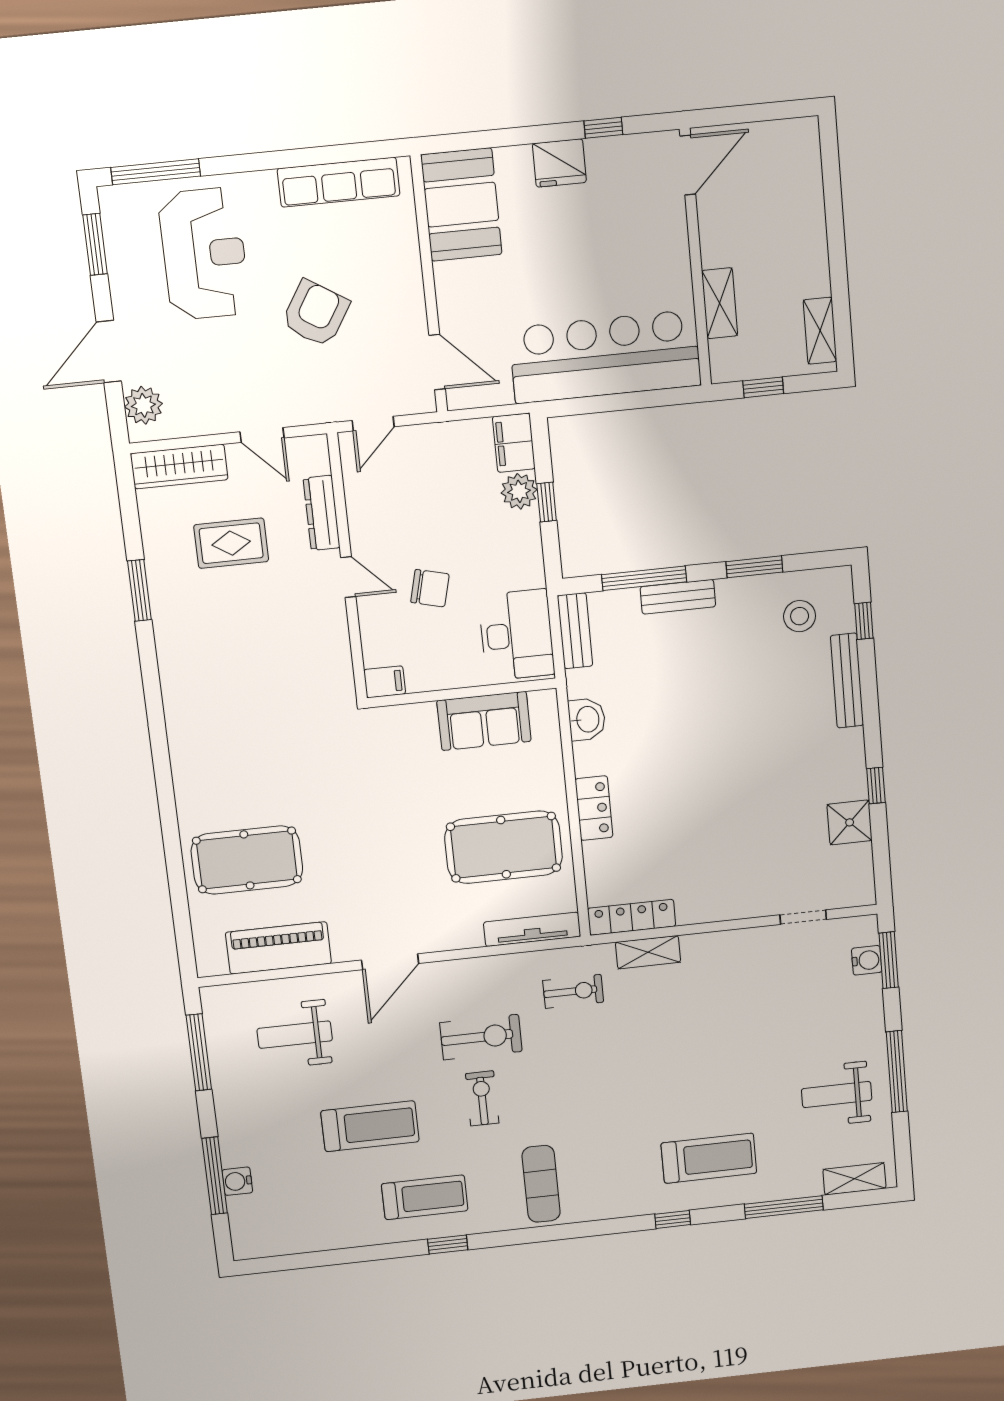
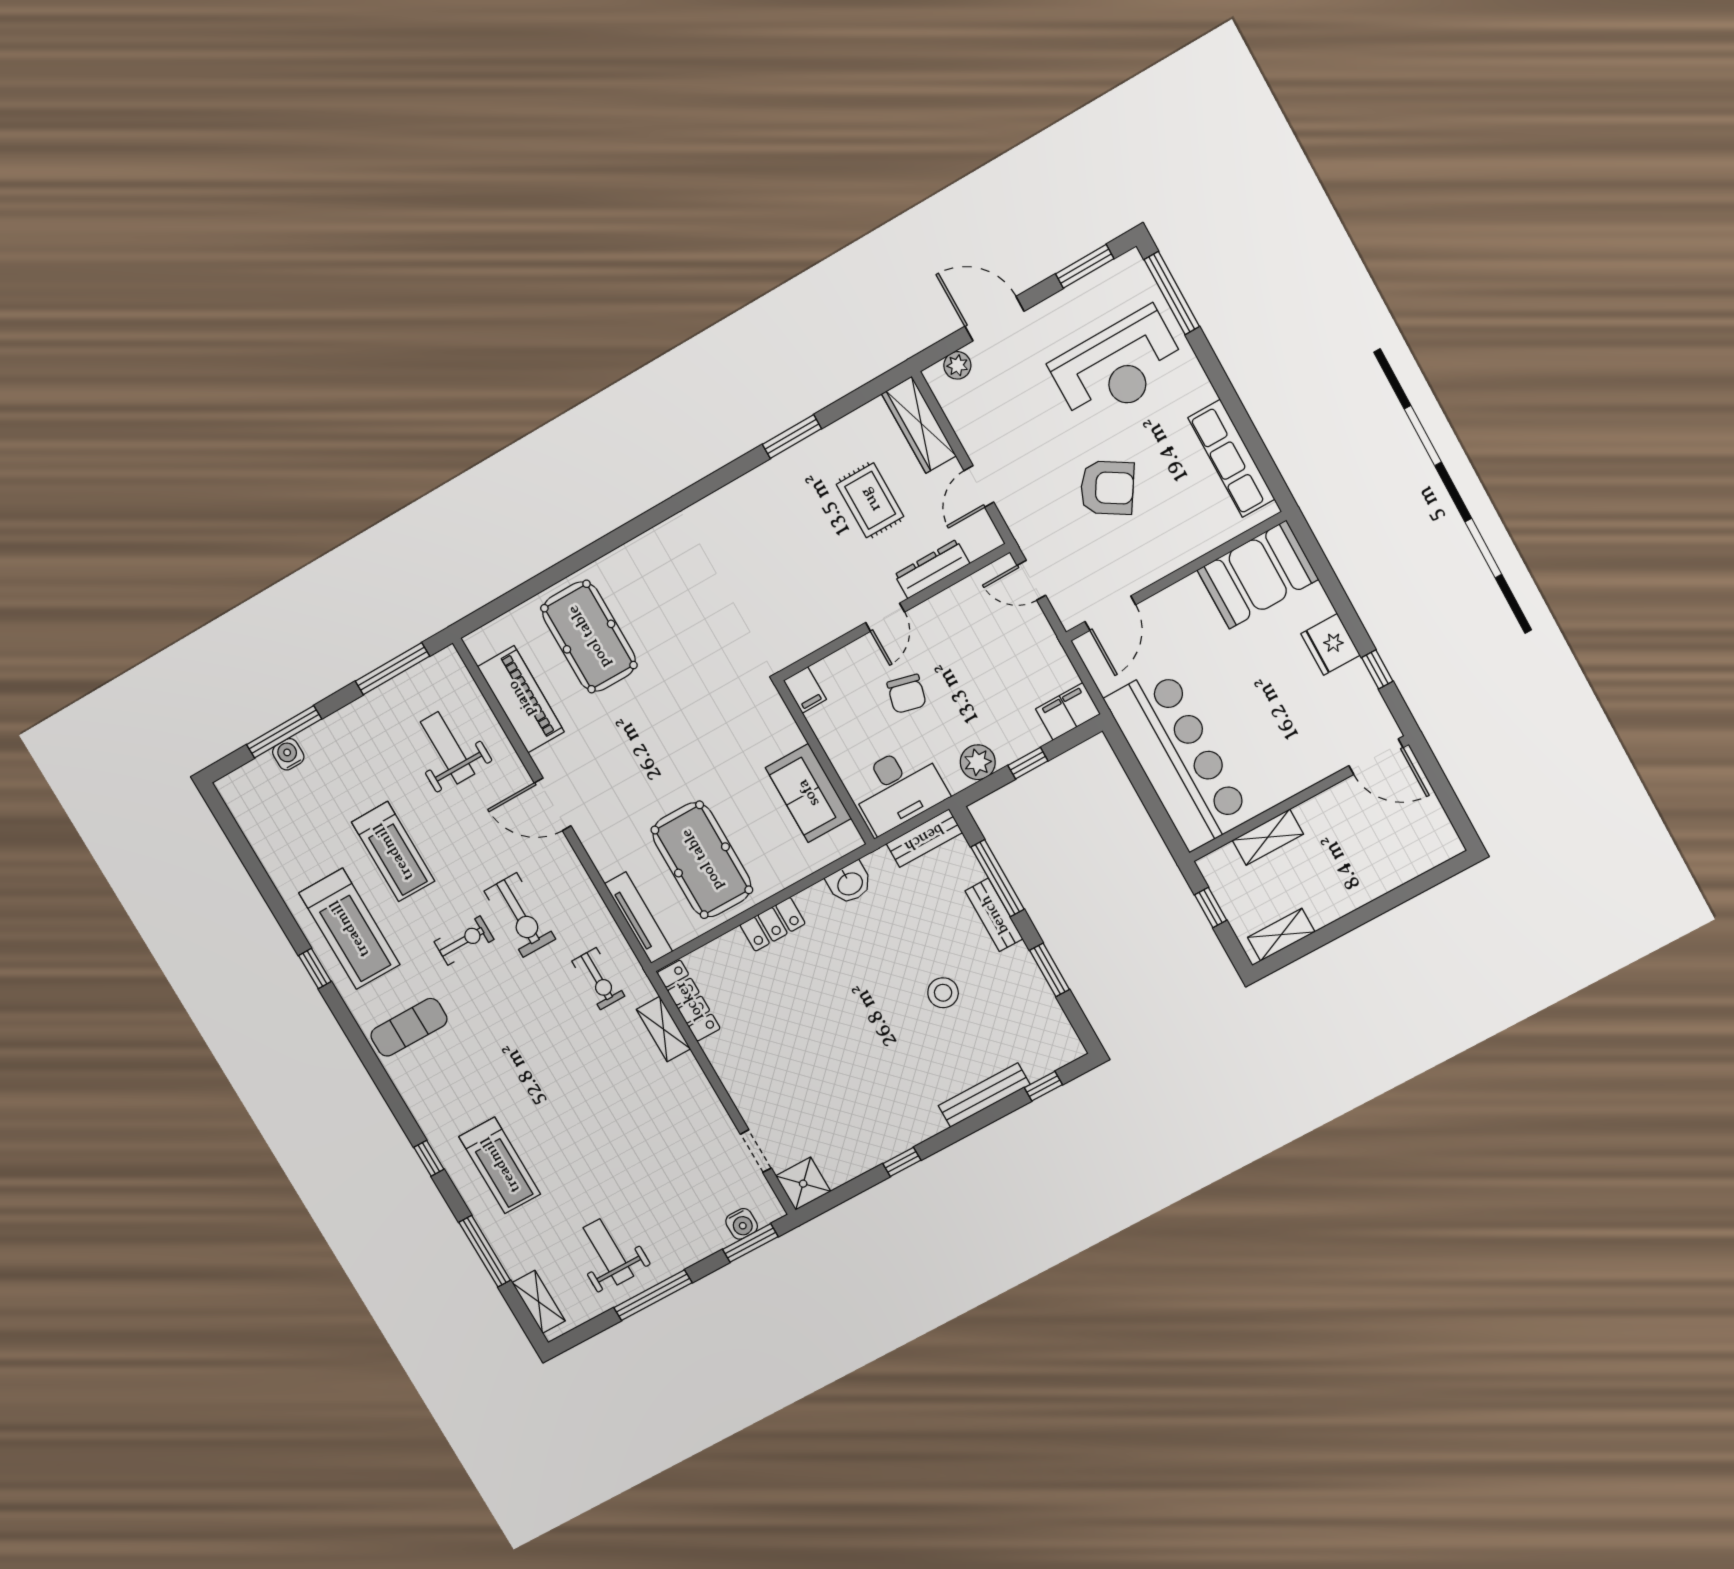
plant: (143, 405) -> (957, 365), width x0.73, depth x0.73
plant: (519, 491) -> (978, 762), moved
stool: (800, 616) -> (943, 993), moved
shower: (850, 822) -> (803, 1184), moved
treadmill: (425, 1197) -> (349, 929), width x1.37, depth x1.38

